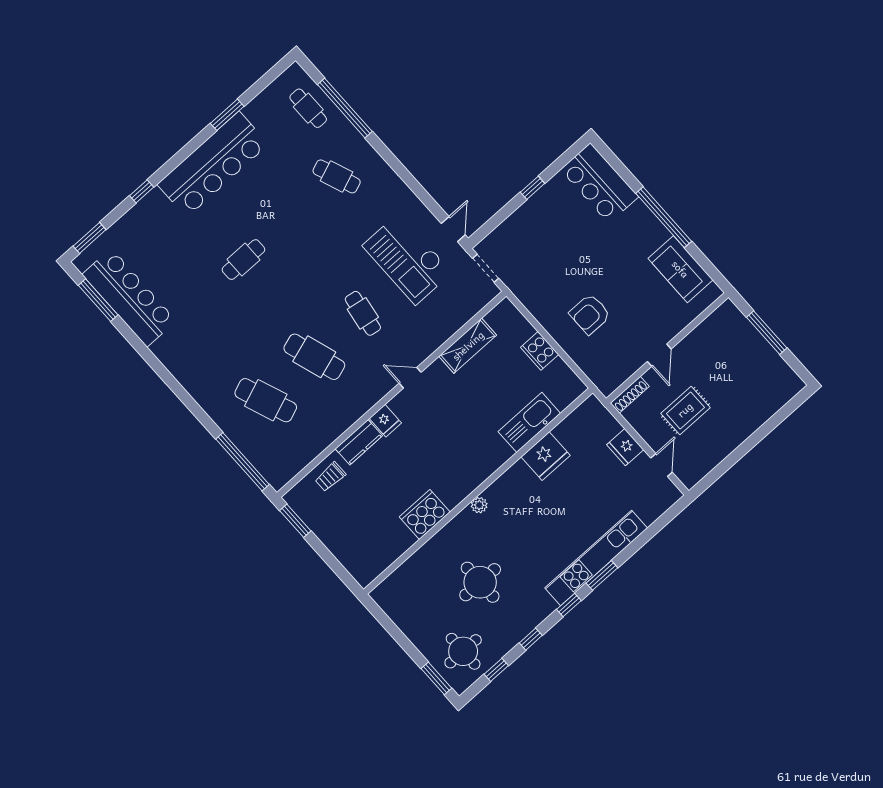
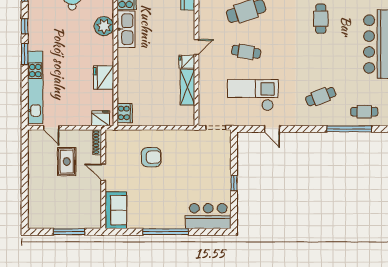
door: (453, 229) -> (272, 129), moved
sofa: (680, 269) -> (116, 210), moved, turned 90
armchair: (590, 314) -> (151, 157), turned 90
cooker: (540, 351) -> (125, 113), moved, turned 90
fridge: (385, 421) -> (187, 62), moved
kitchen sink: (529, 422) -> (126, 29), moved
fridge: (625, 447) -> (101, 118), moved
plant: (479, 505) -> (104, 26), width x1.87, depth x1.87
kitchen unit: (596, 558) -> (35, 87), moved

